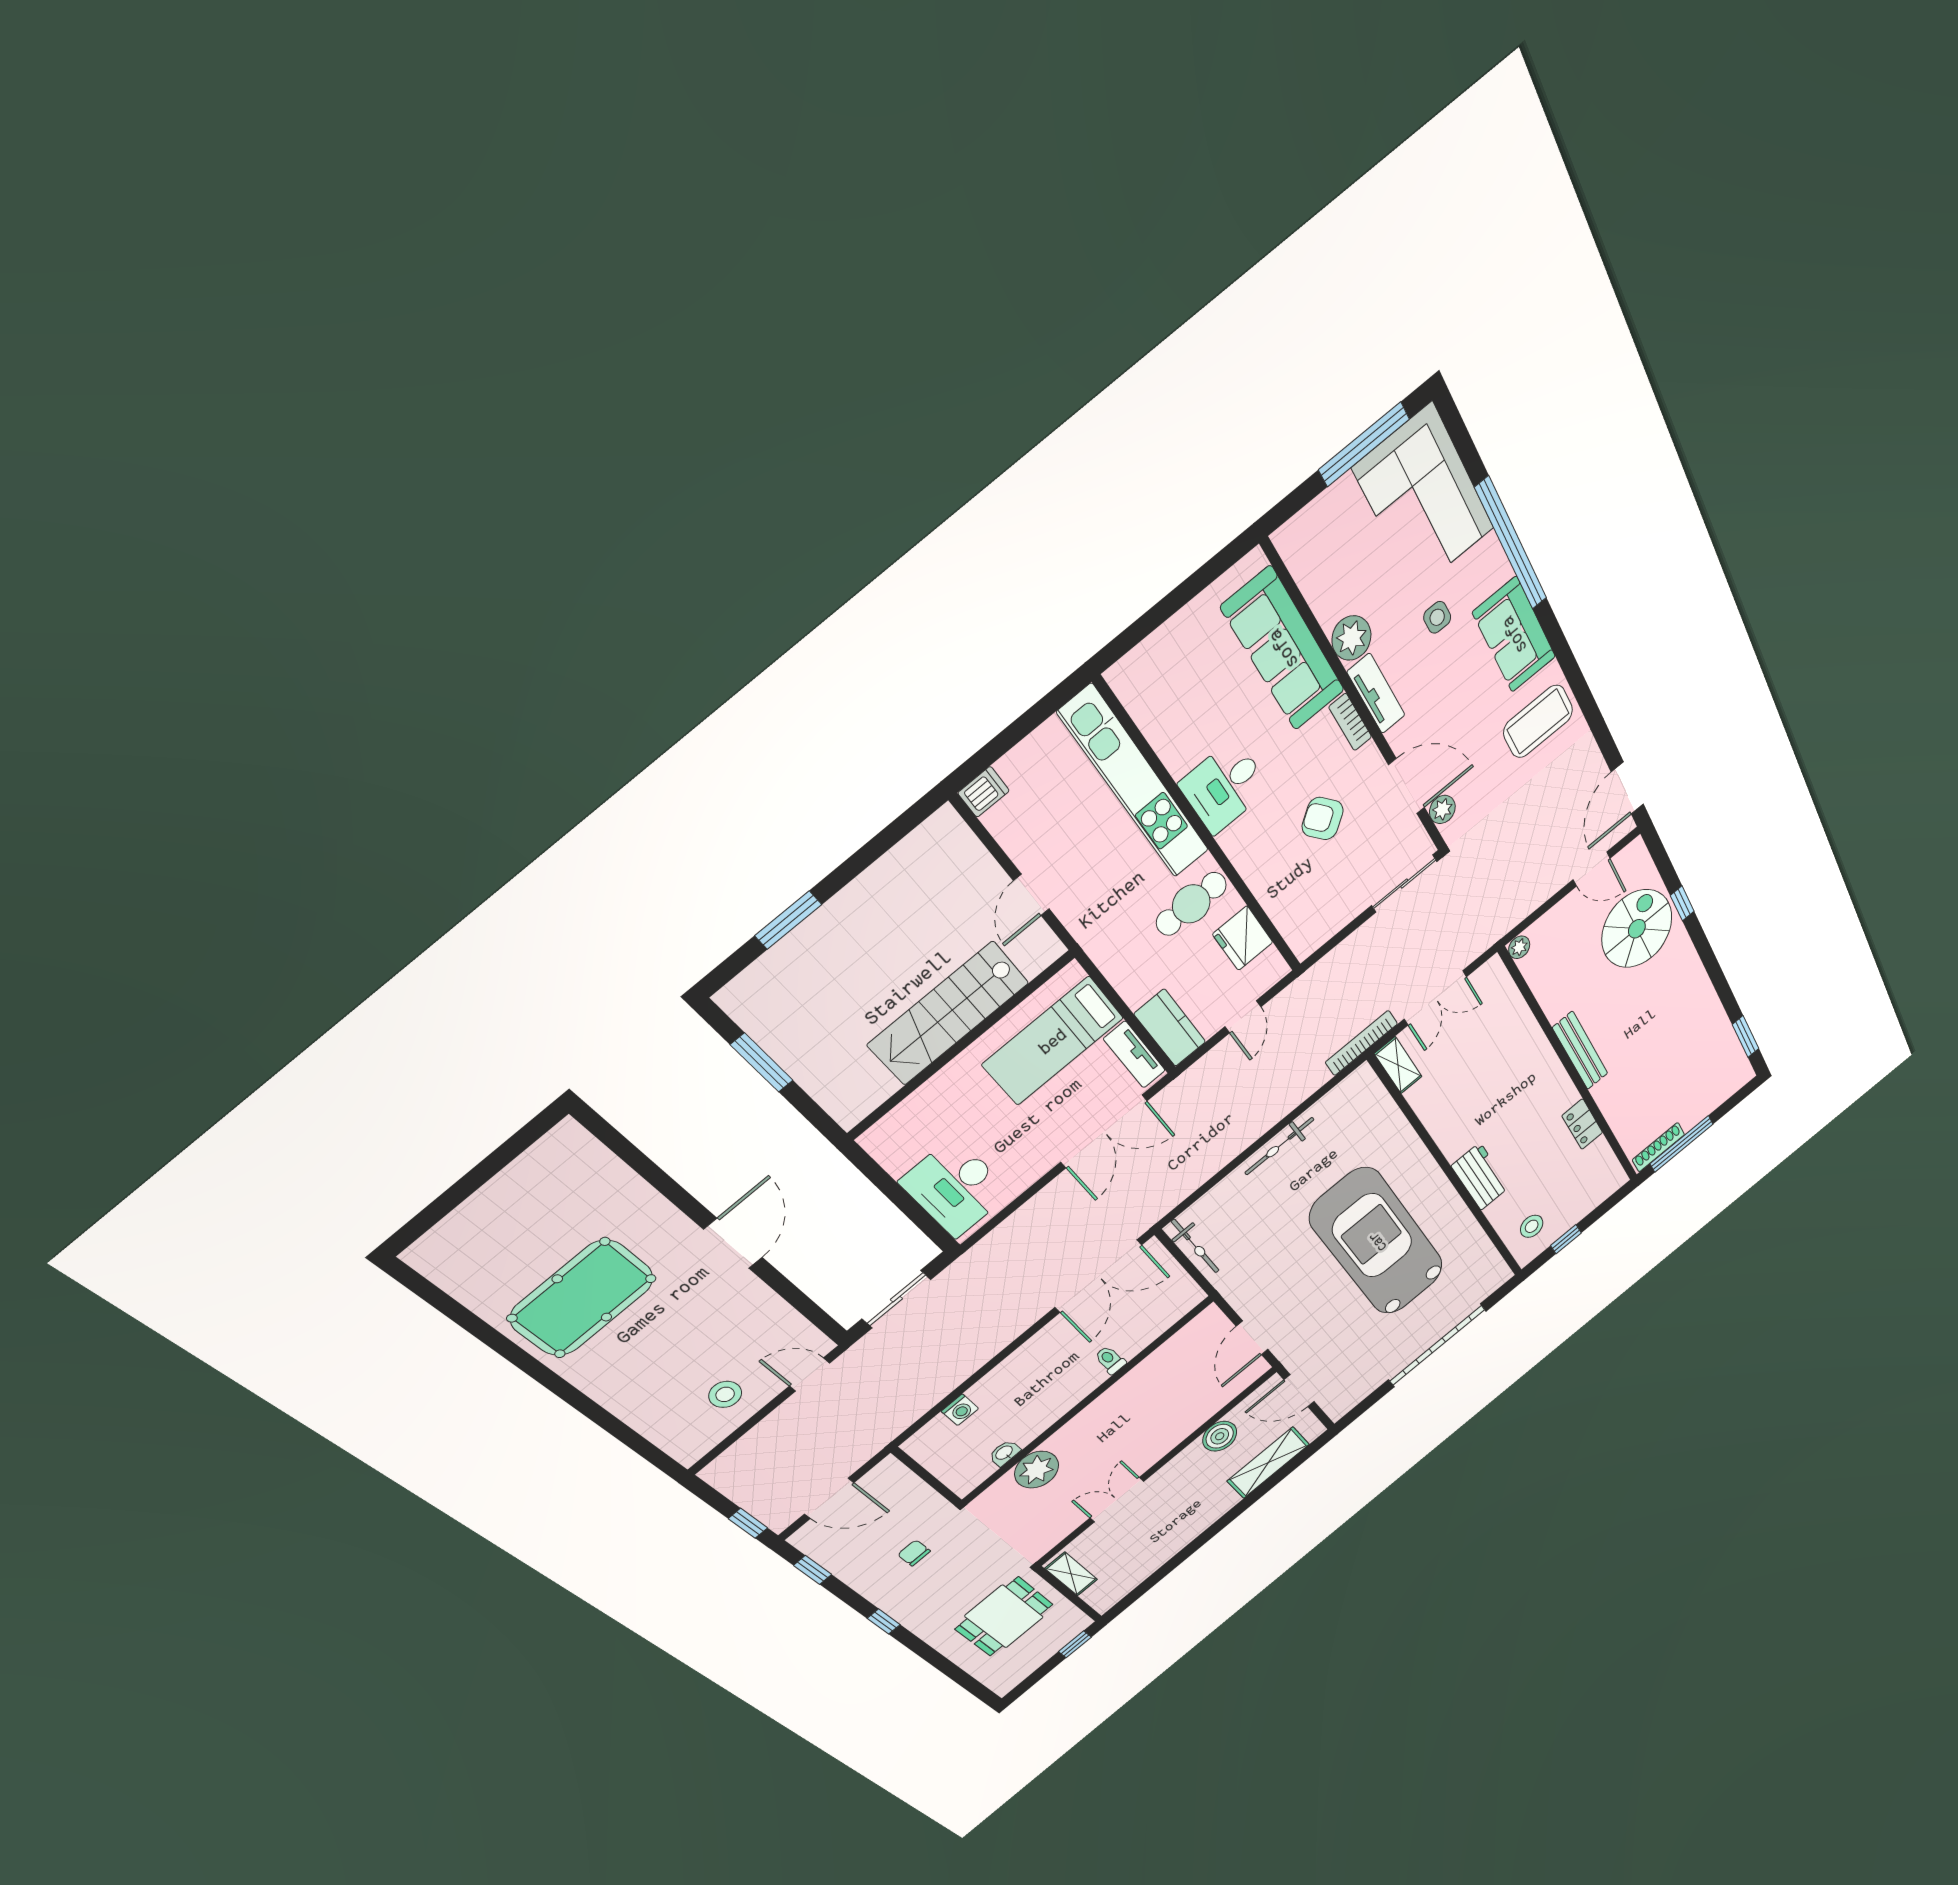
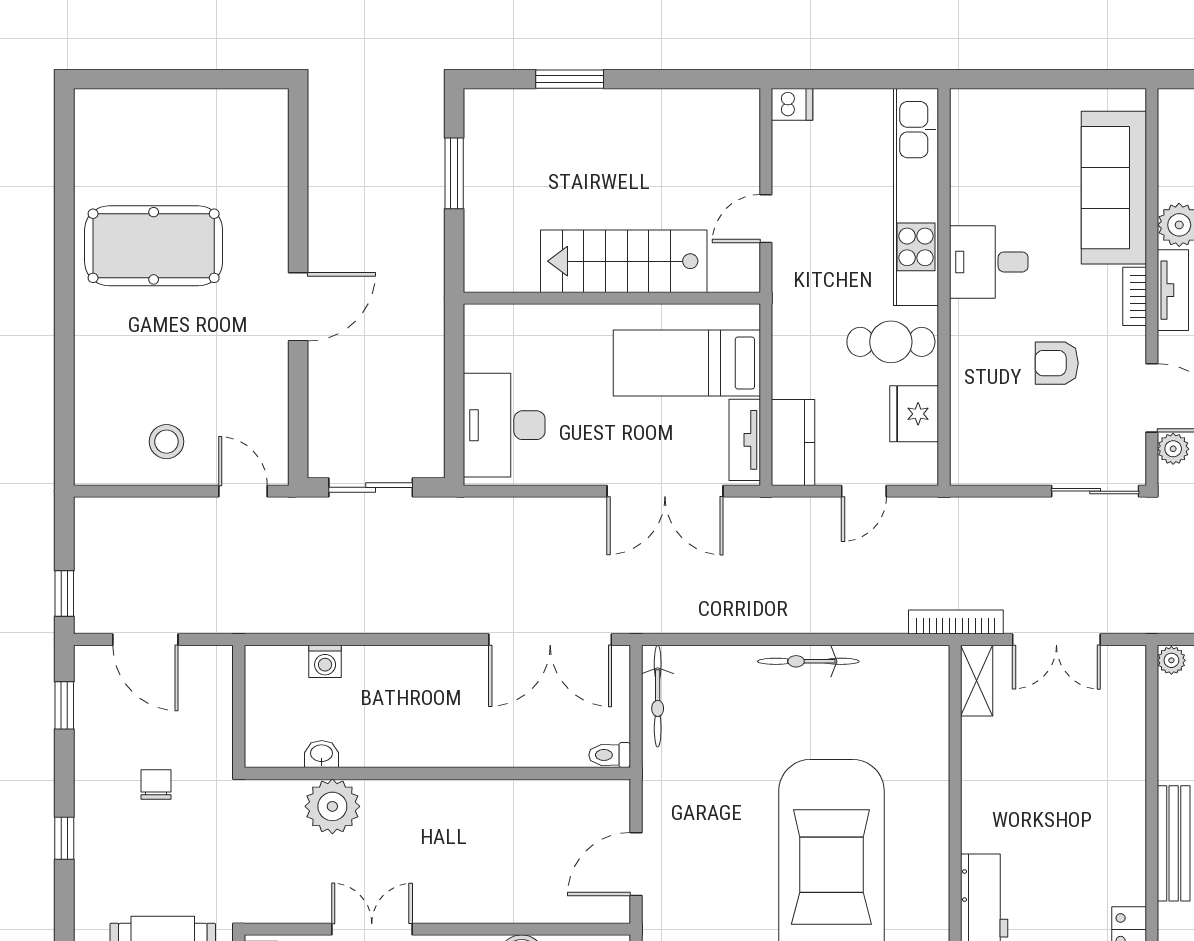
armchair: (1323, 819) -> (1057, 363), turned -52
toilet: (1110, 1360) -> (610, 755), moved, turned -90

